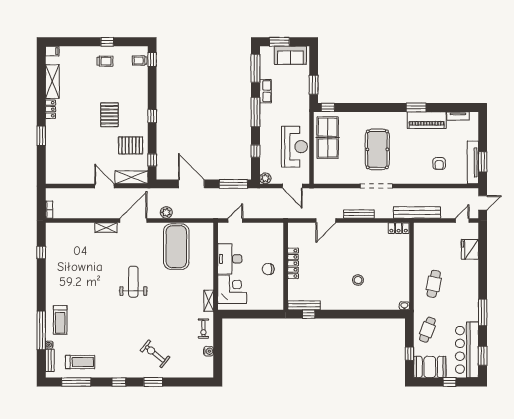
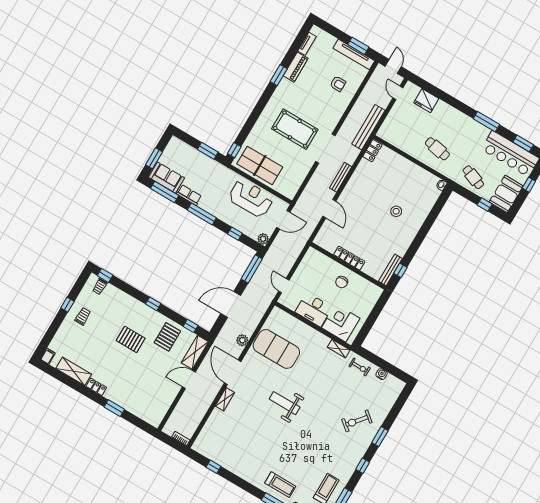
sofa: (290, 55) -> (167, 178), moved, turned -90
piano: (427, 120) -> (296, 67), width x0.73, depth x0.75

